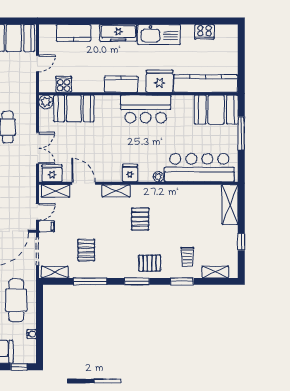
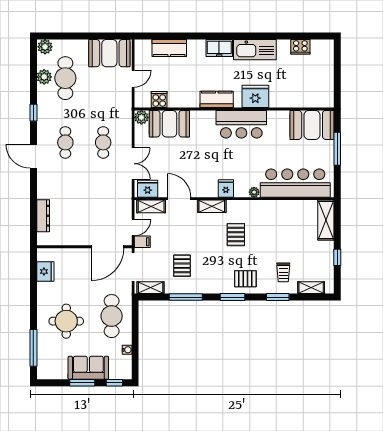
freezer: (118, 33) -> (219, 48), width x0.71
kitchen counter: (206, 83) -> (302, 99), removed

